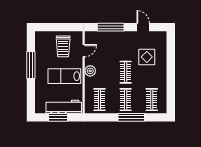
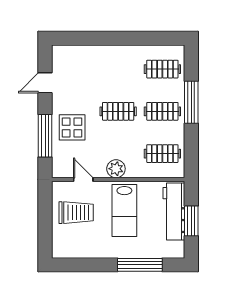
display table: (147, 57) -> (72, 127), moved
window: (31, 65) -> (140, 265), moved

